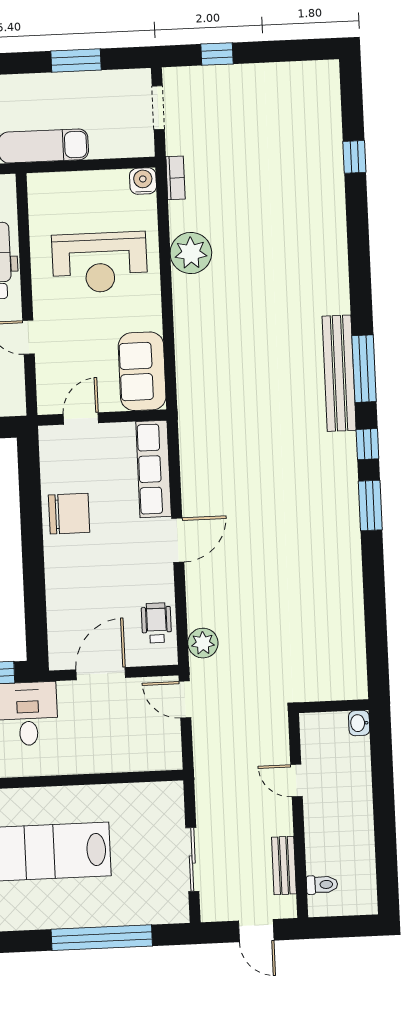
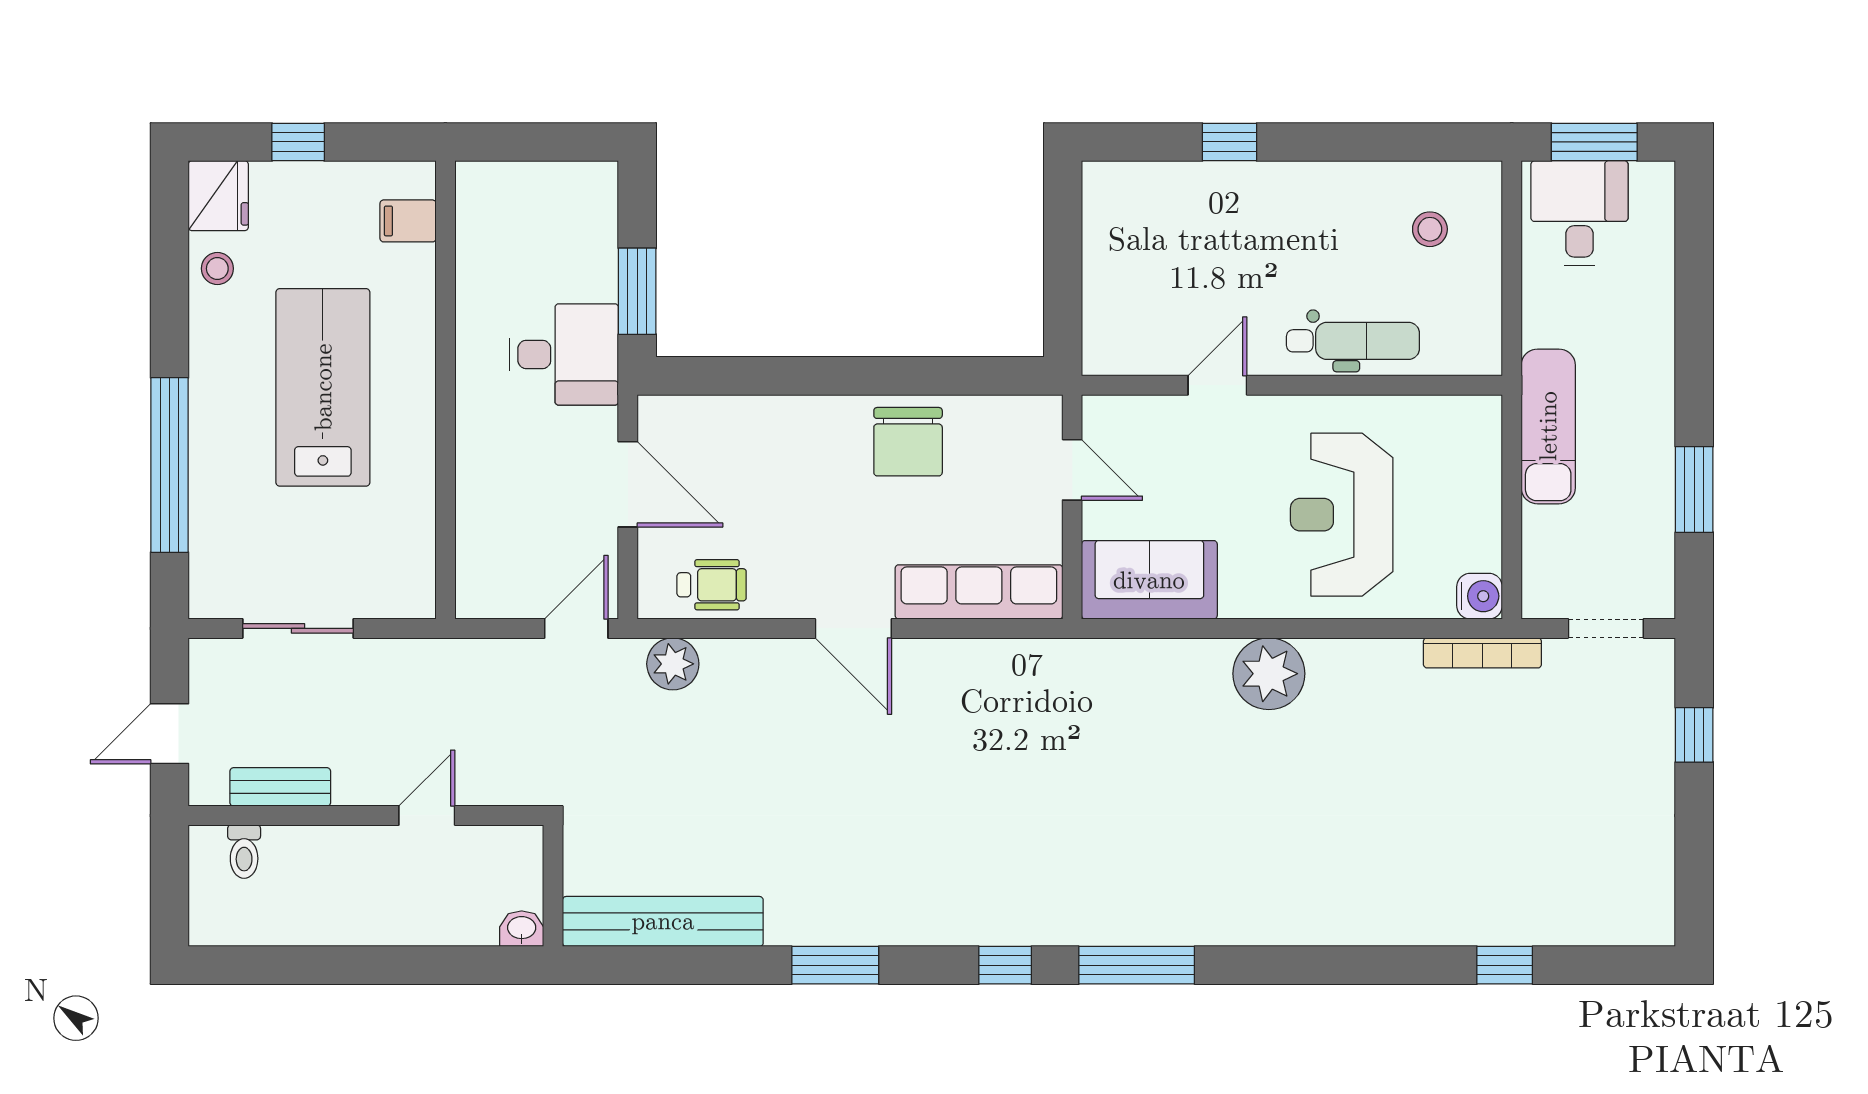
bookcase: (175, 178) -> (1482, 653), width x1.56
plant: (191, 253) -> (1269, 674), moved
bench: (339, 373) -> (663, 921), moved
window: (370, 505) -> (835, 965), moved

